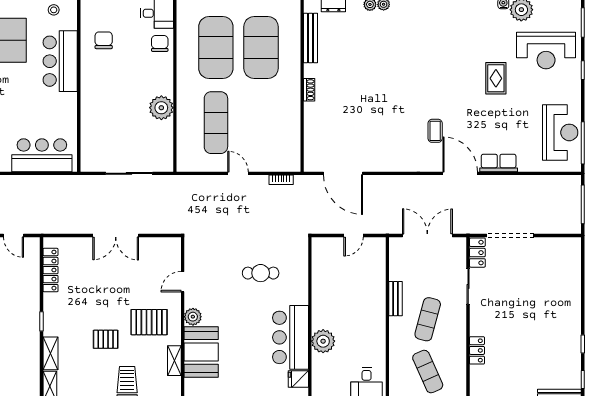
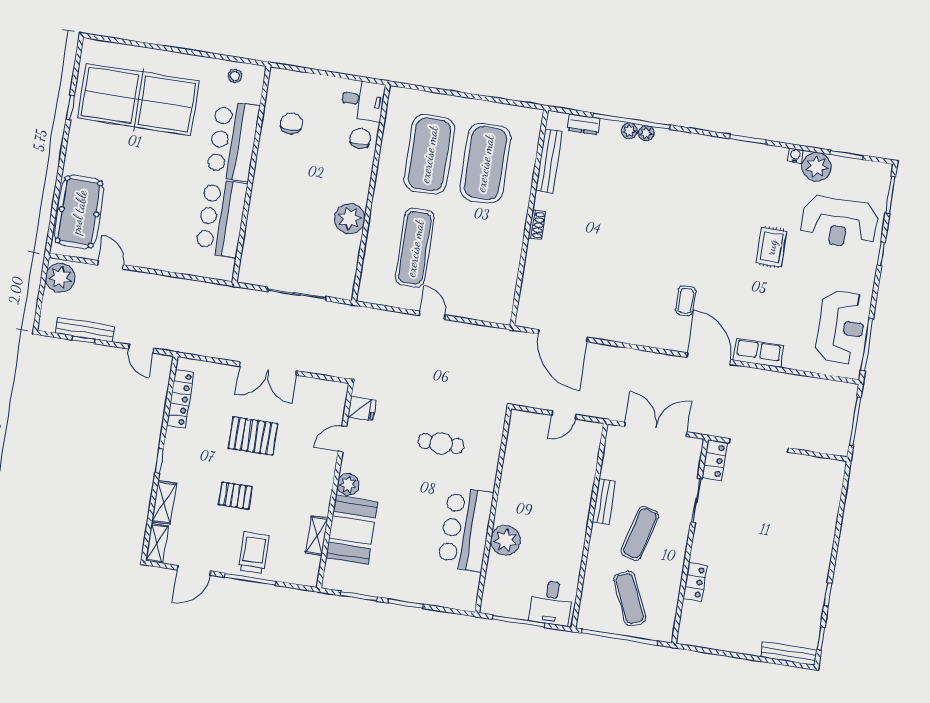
bar counter: (42, 155) -> (221, 218), moved, turned -90
bookcase: (281, 180) -> (485, 331), removed
pallet: (149, 322) -> (253, 436), moved
fridge: (298, 379) -> (362, 409), moved, turned 180

